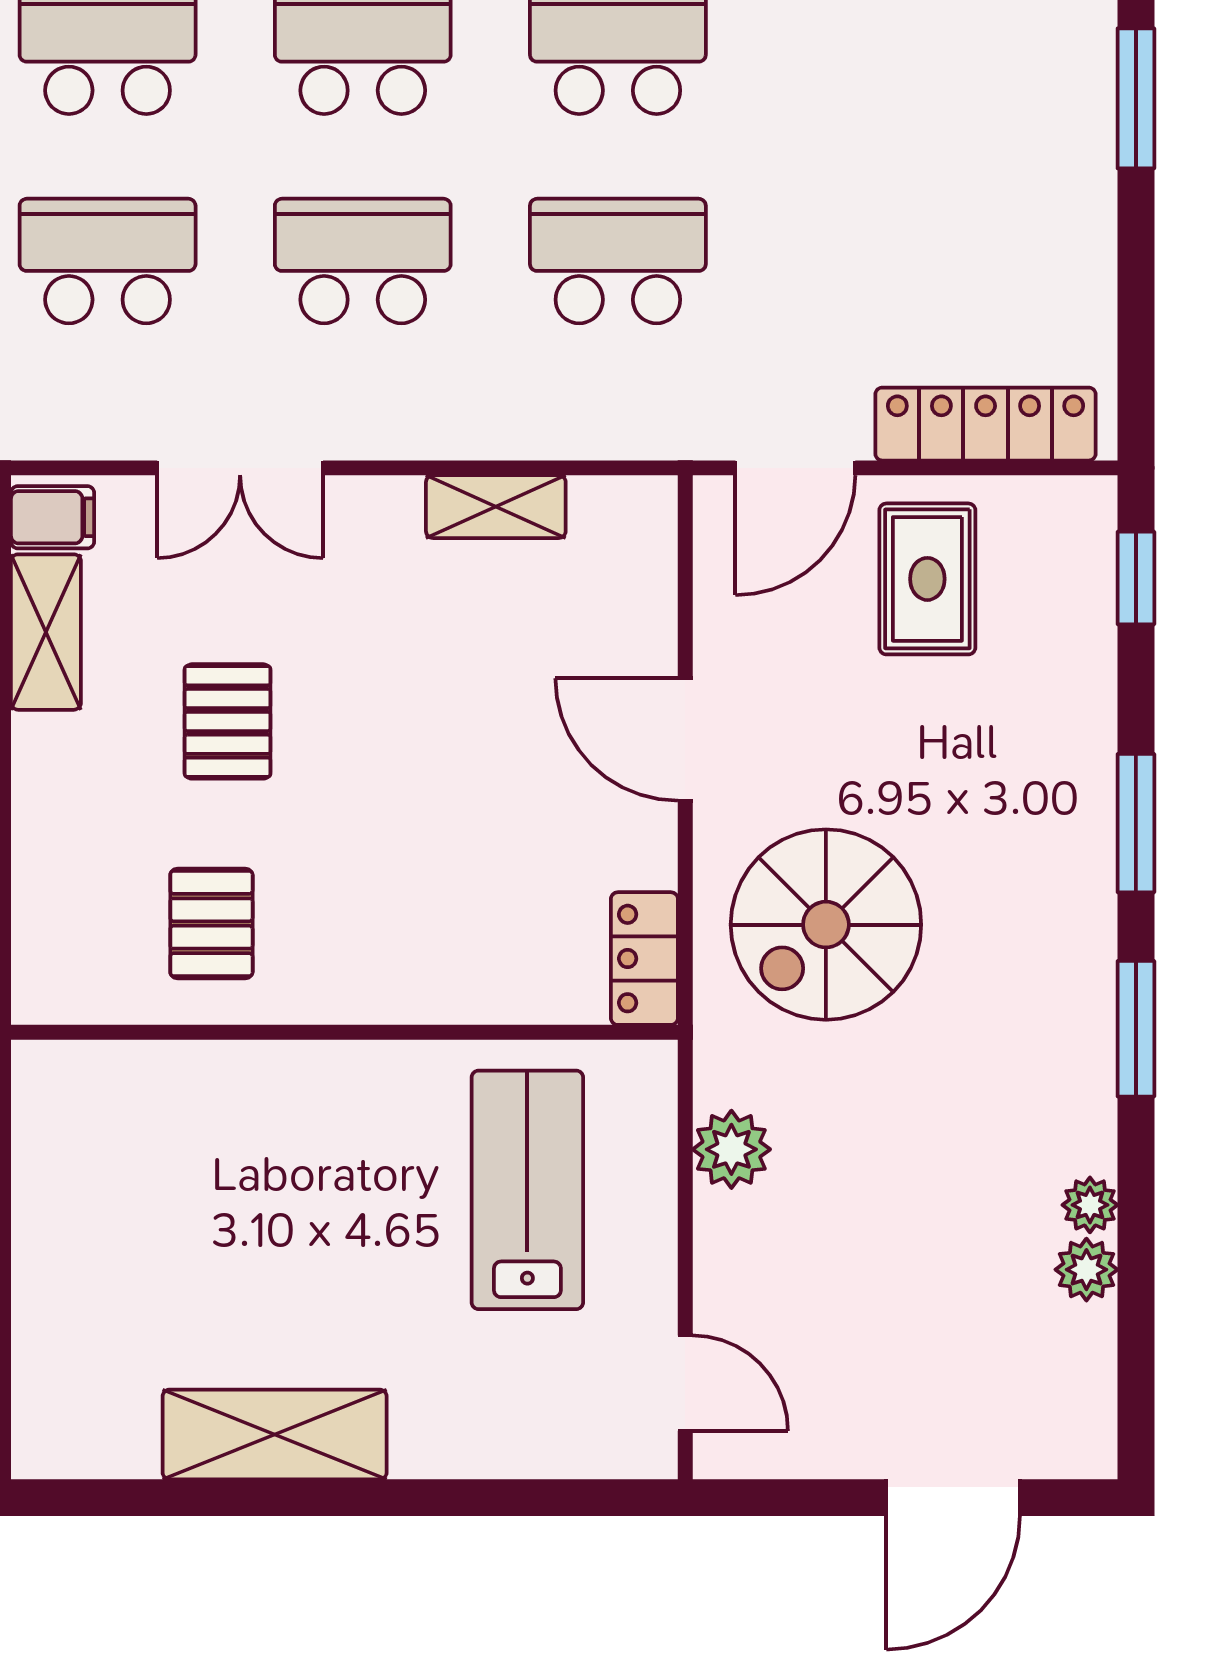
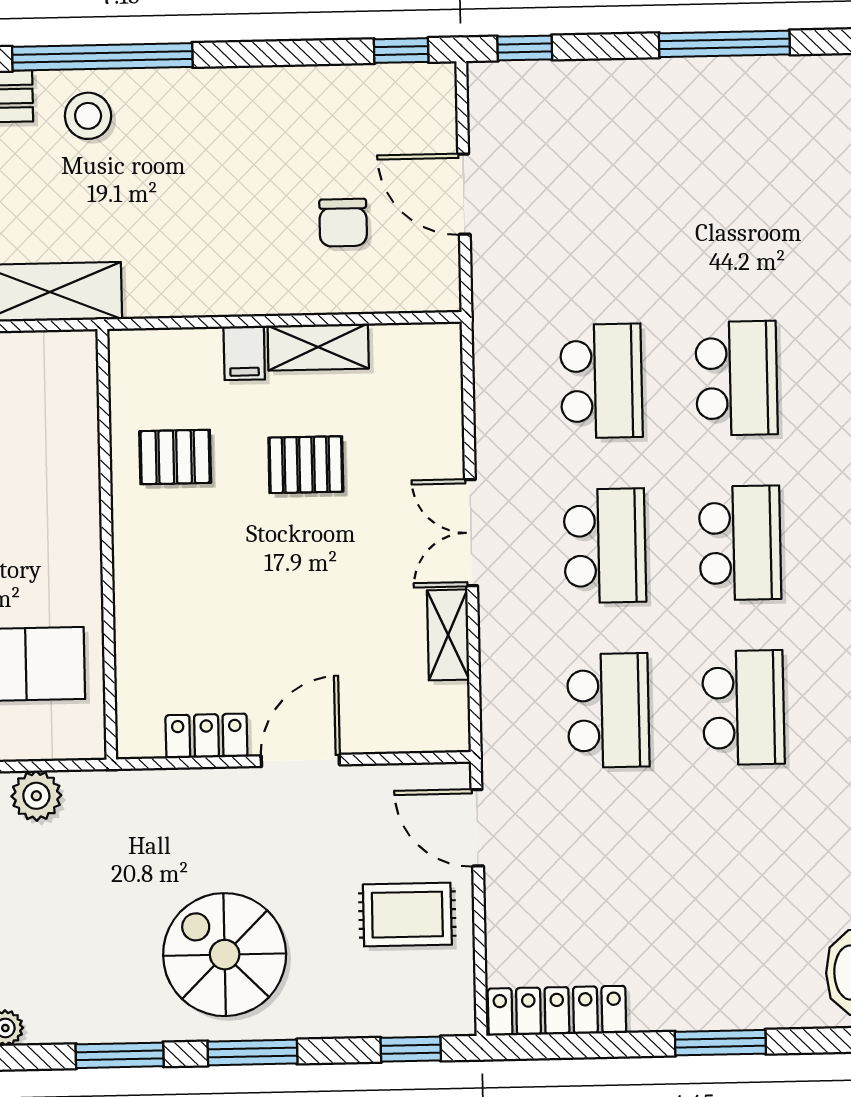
locker: (986, 424) -> (557, 1011), moved, turned -90
double door: (240, 468) -> (471, 533), moved
filing cabinet: (53, 517) -> (244, 353), moved
shelving: (46, 632) -> (318, 347), moved
spiral stairs: (826, 925) -> (225, 955), moved
locker: (644, 959) -> (206, 736), moved

